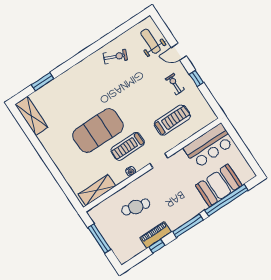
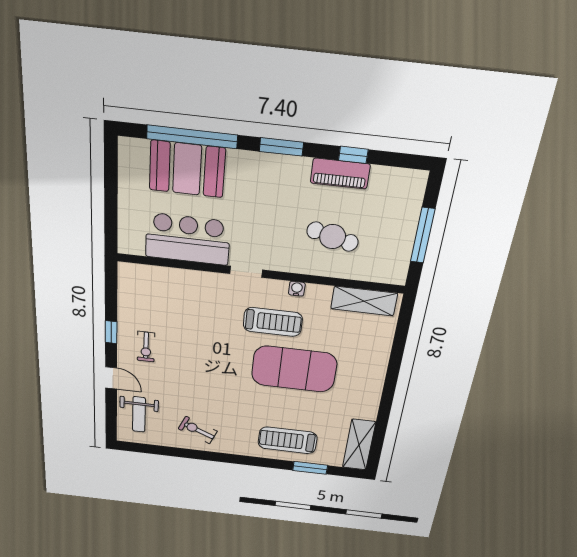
treadmill: (172, 120) -> (288, 440), moved
bar counter: (209, 146) -> (188, 239), moved
window: (188, 226) -> (281, 147), width x0.69

